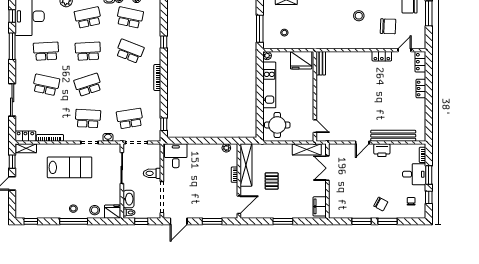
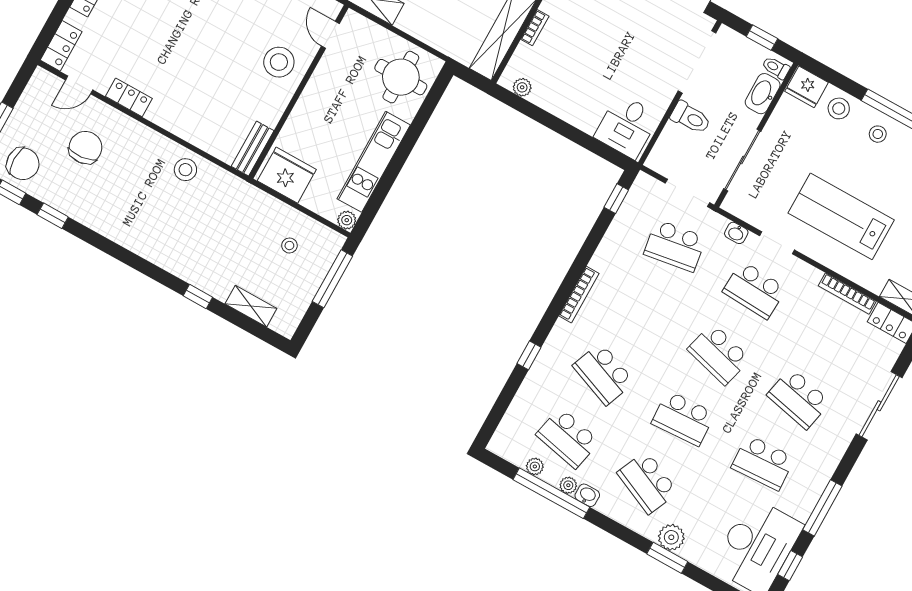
stool: (359, 16) -> (185, 170), moved
school desk: (88, 18) -> (647, 482), turned 36
chair: (388, 26) -> (85, 148), turned 82
school desk: (88, 85) -> (719, 354), turned 33
stool: (330, 104) -> (279, 62), added

